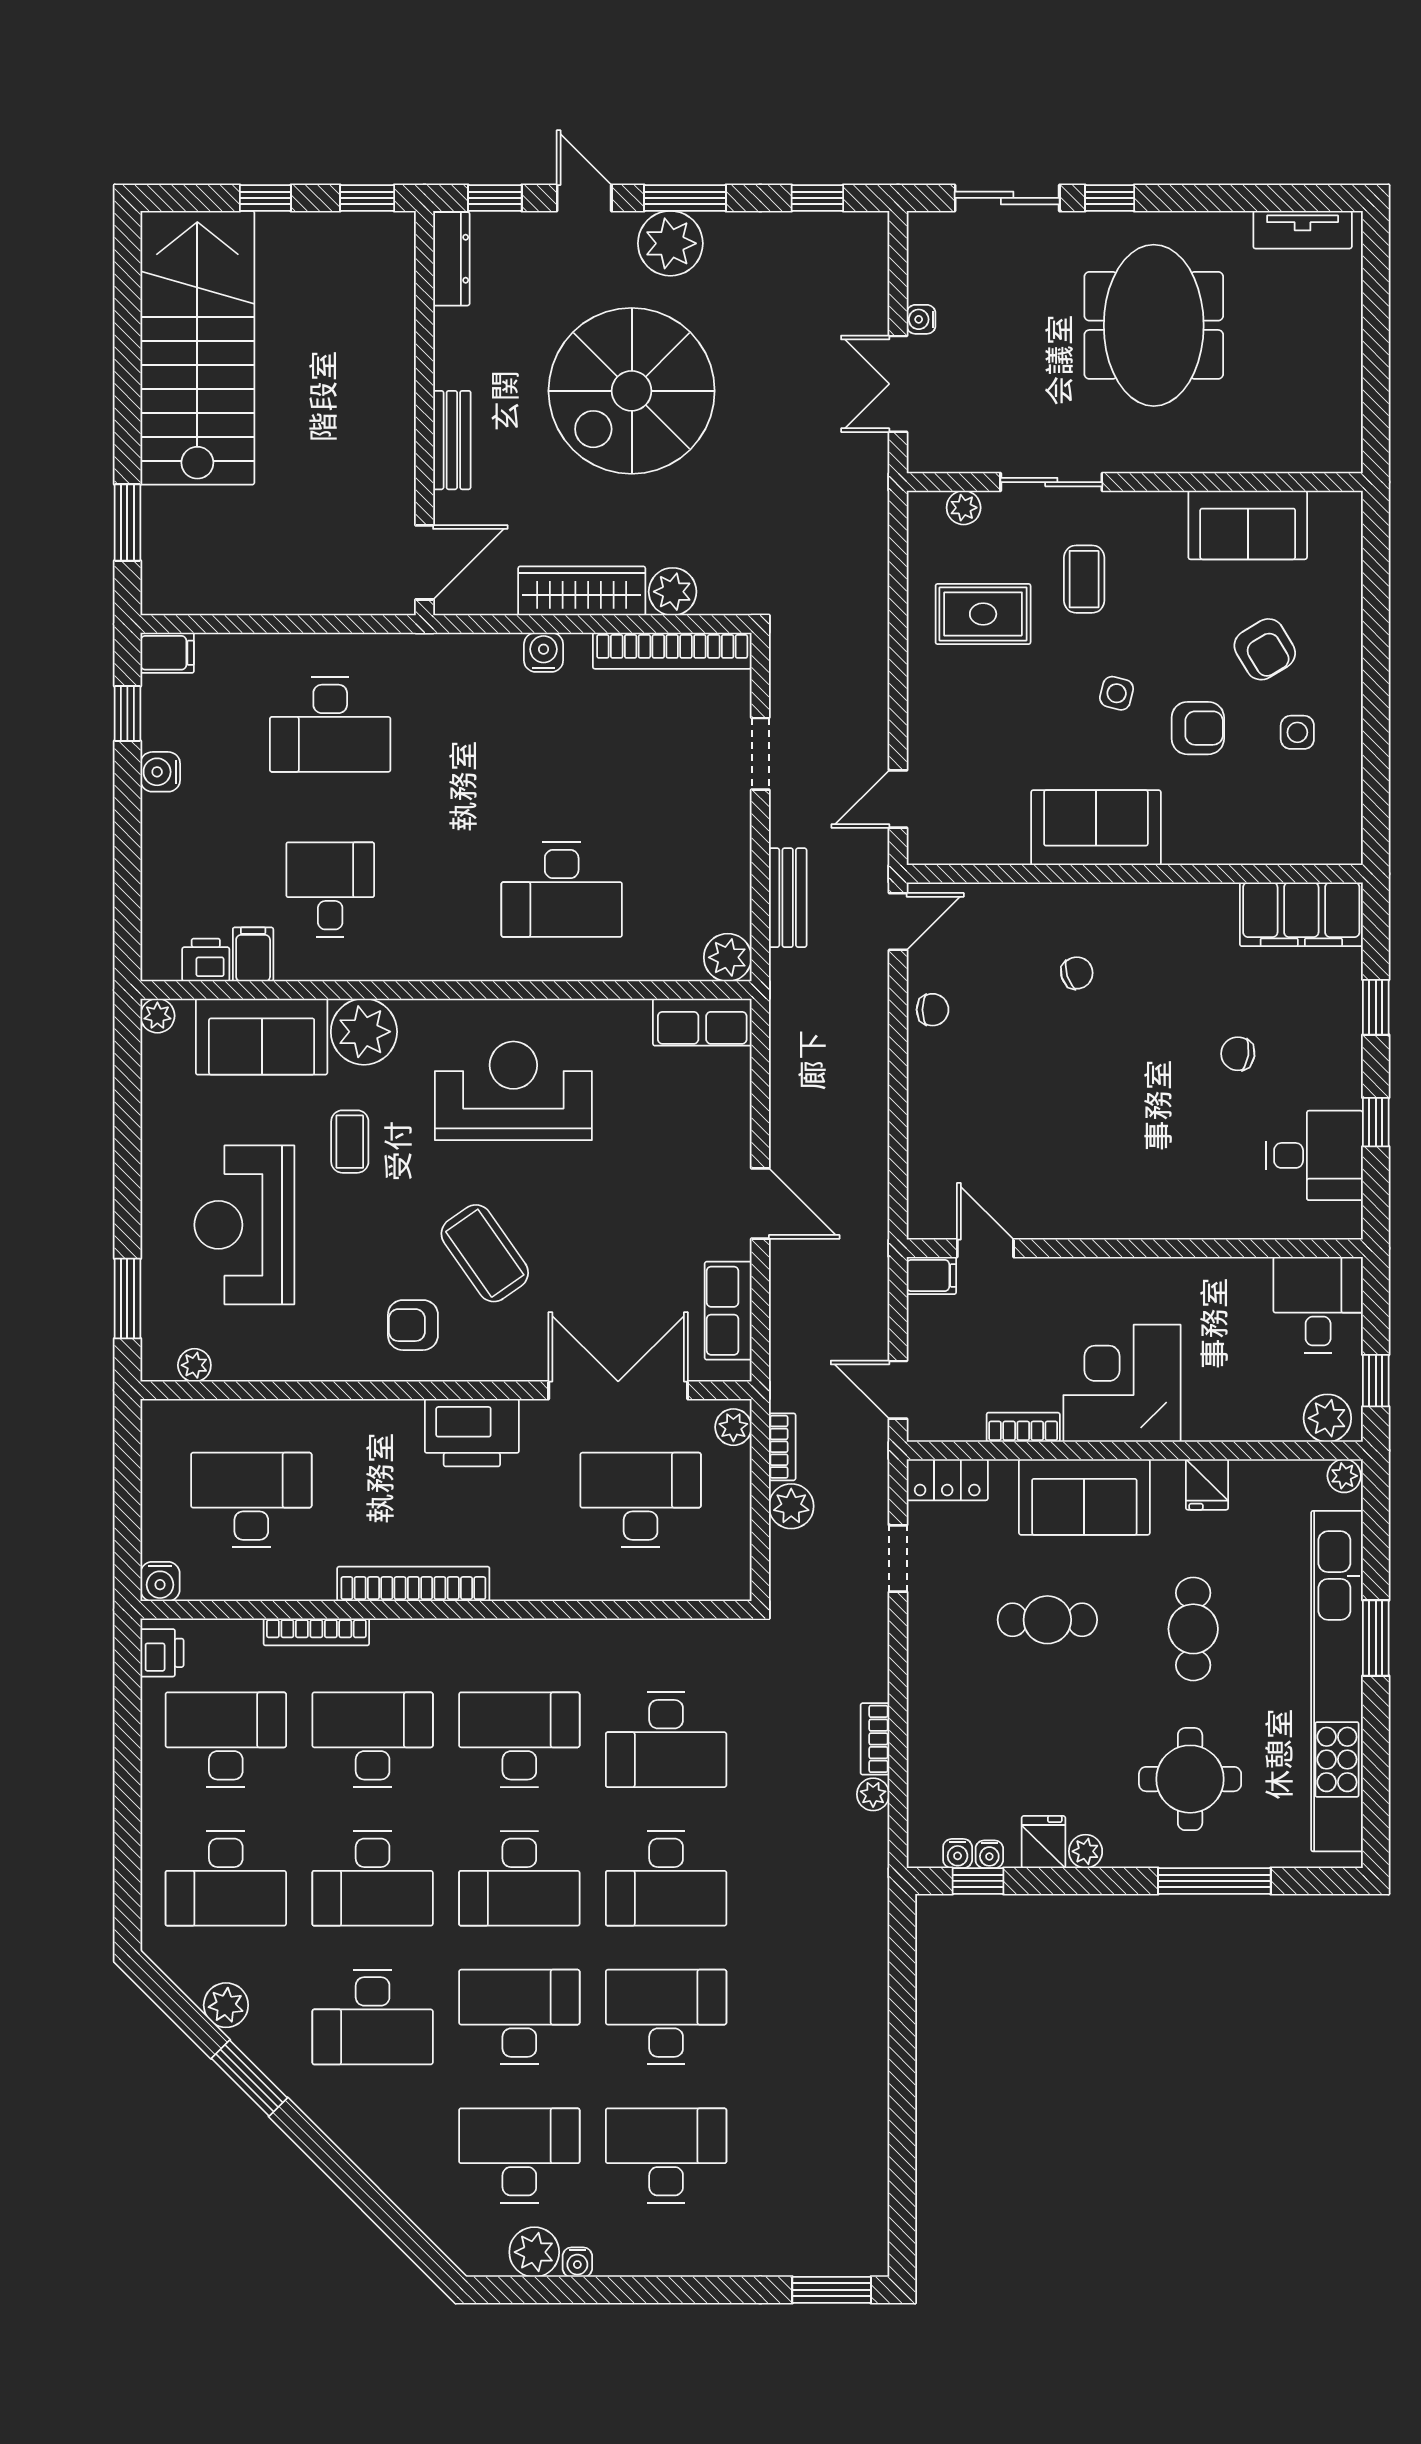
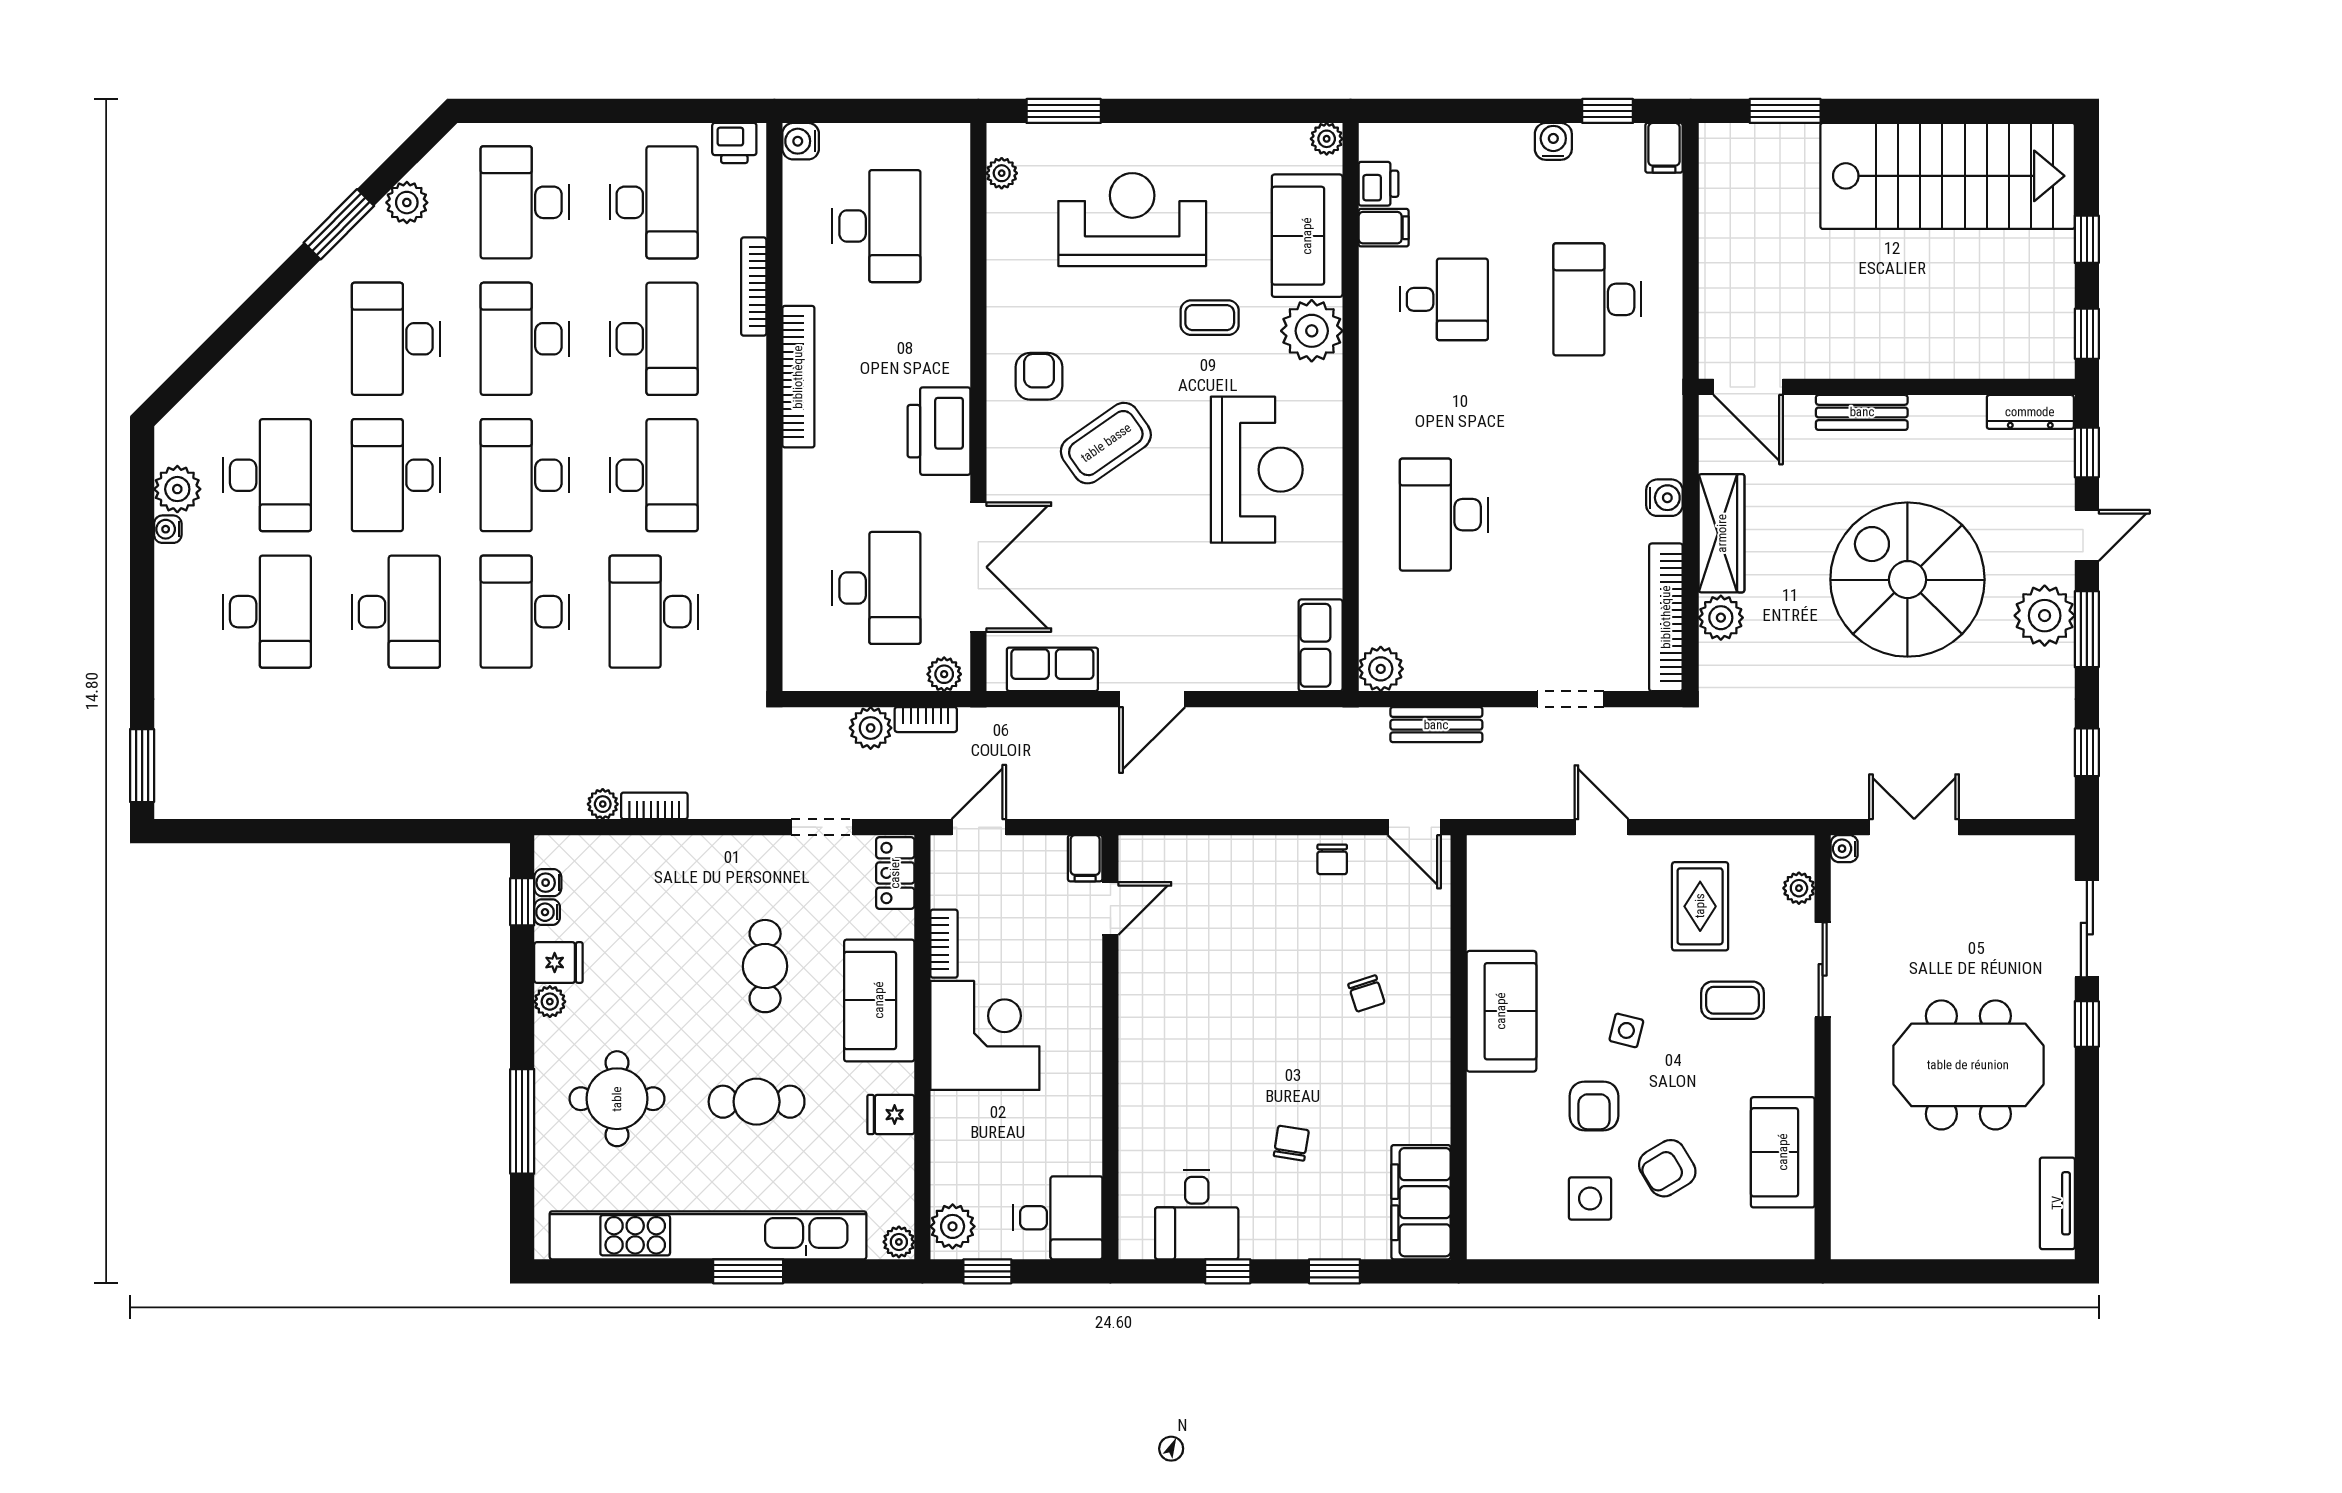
water cooler: (921, 319) -> (1844, 849), moved, turned -90
side table: (1297, 732) -> (1590, 1198), width x1.37, depth x1.37
door: (898, 799) -> (1601, 827), moved
desk: (519, 2017) -> (396, 475), turned 180

